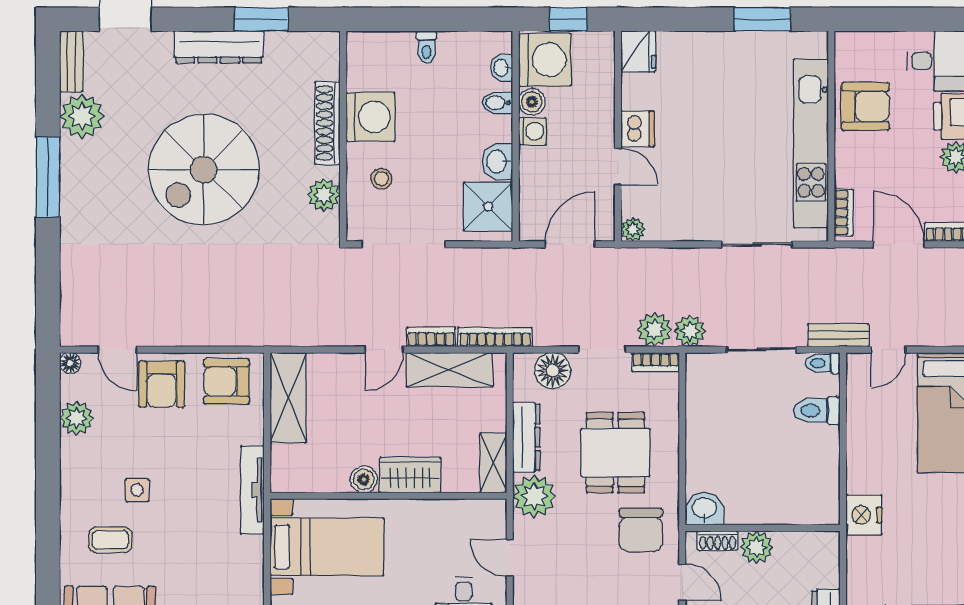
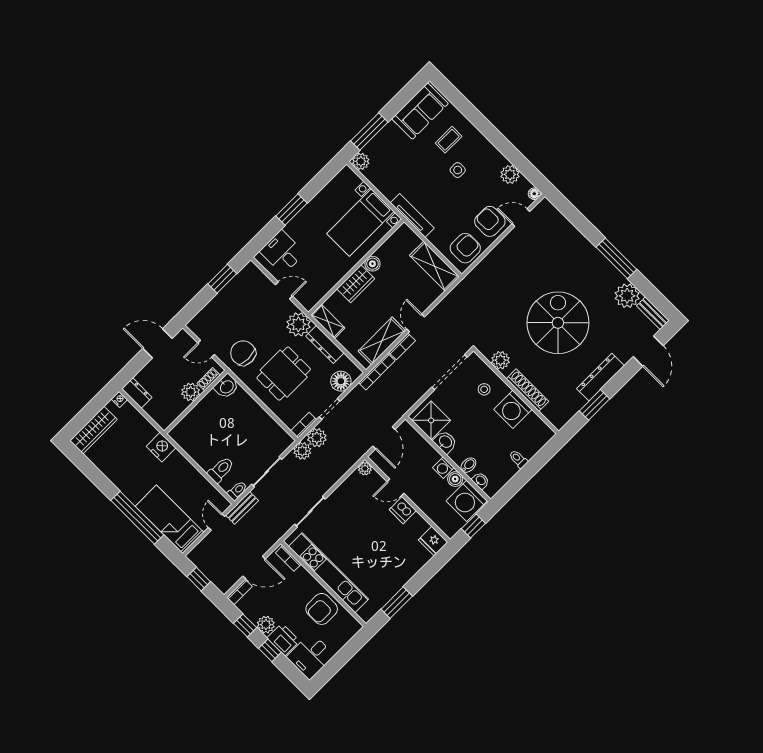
dining table: (615, 453) -> (284, 374), turned 90

